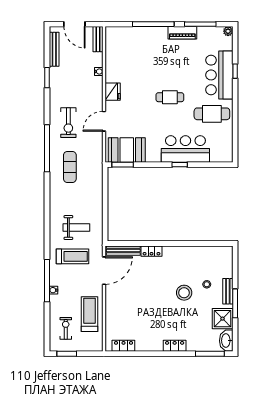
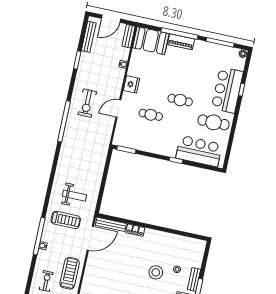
door: (74, 24) -> (111, 19), hinge flipped
piano: (182, 33) -> (181, 42), moved
cafe table: (141, 120) -> (151, 115), added
bar counter: (185, 149) -> (199, 151), moved
booth: (127, 150) -> (151, 41), moved
exercise mat: (70, 167) -> (80, 142), removed

